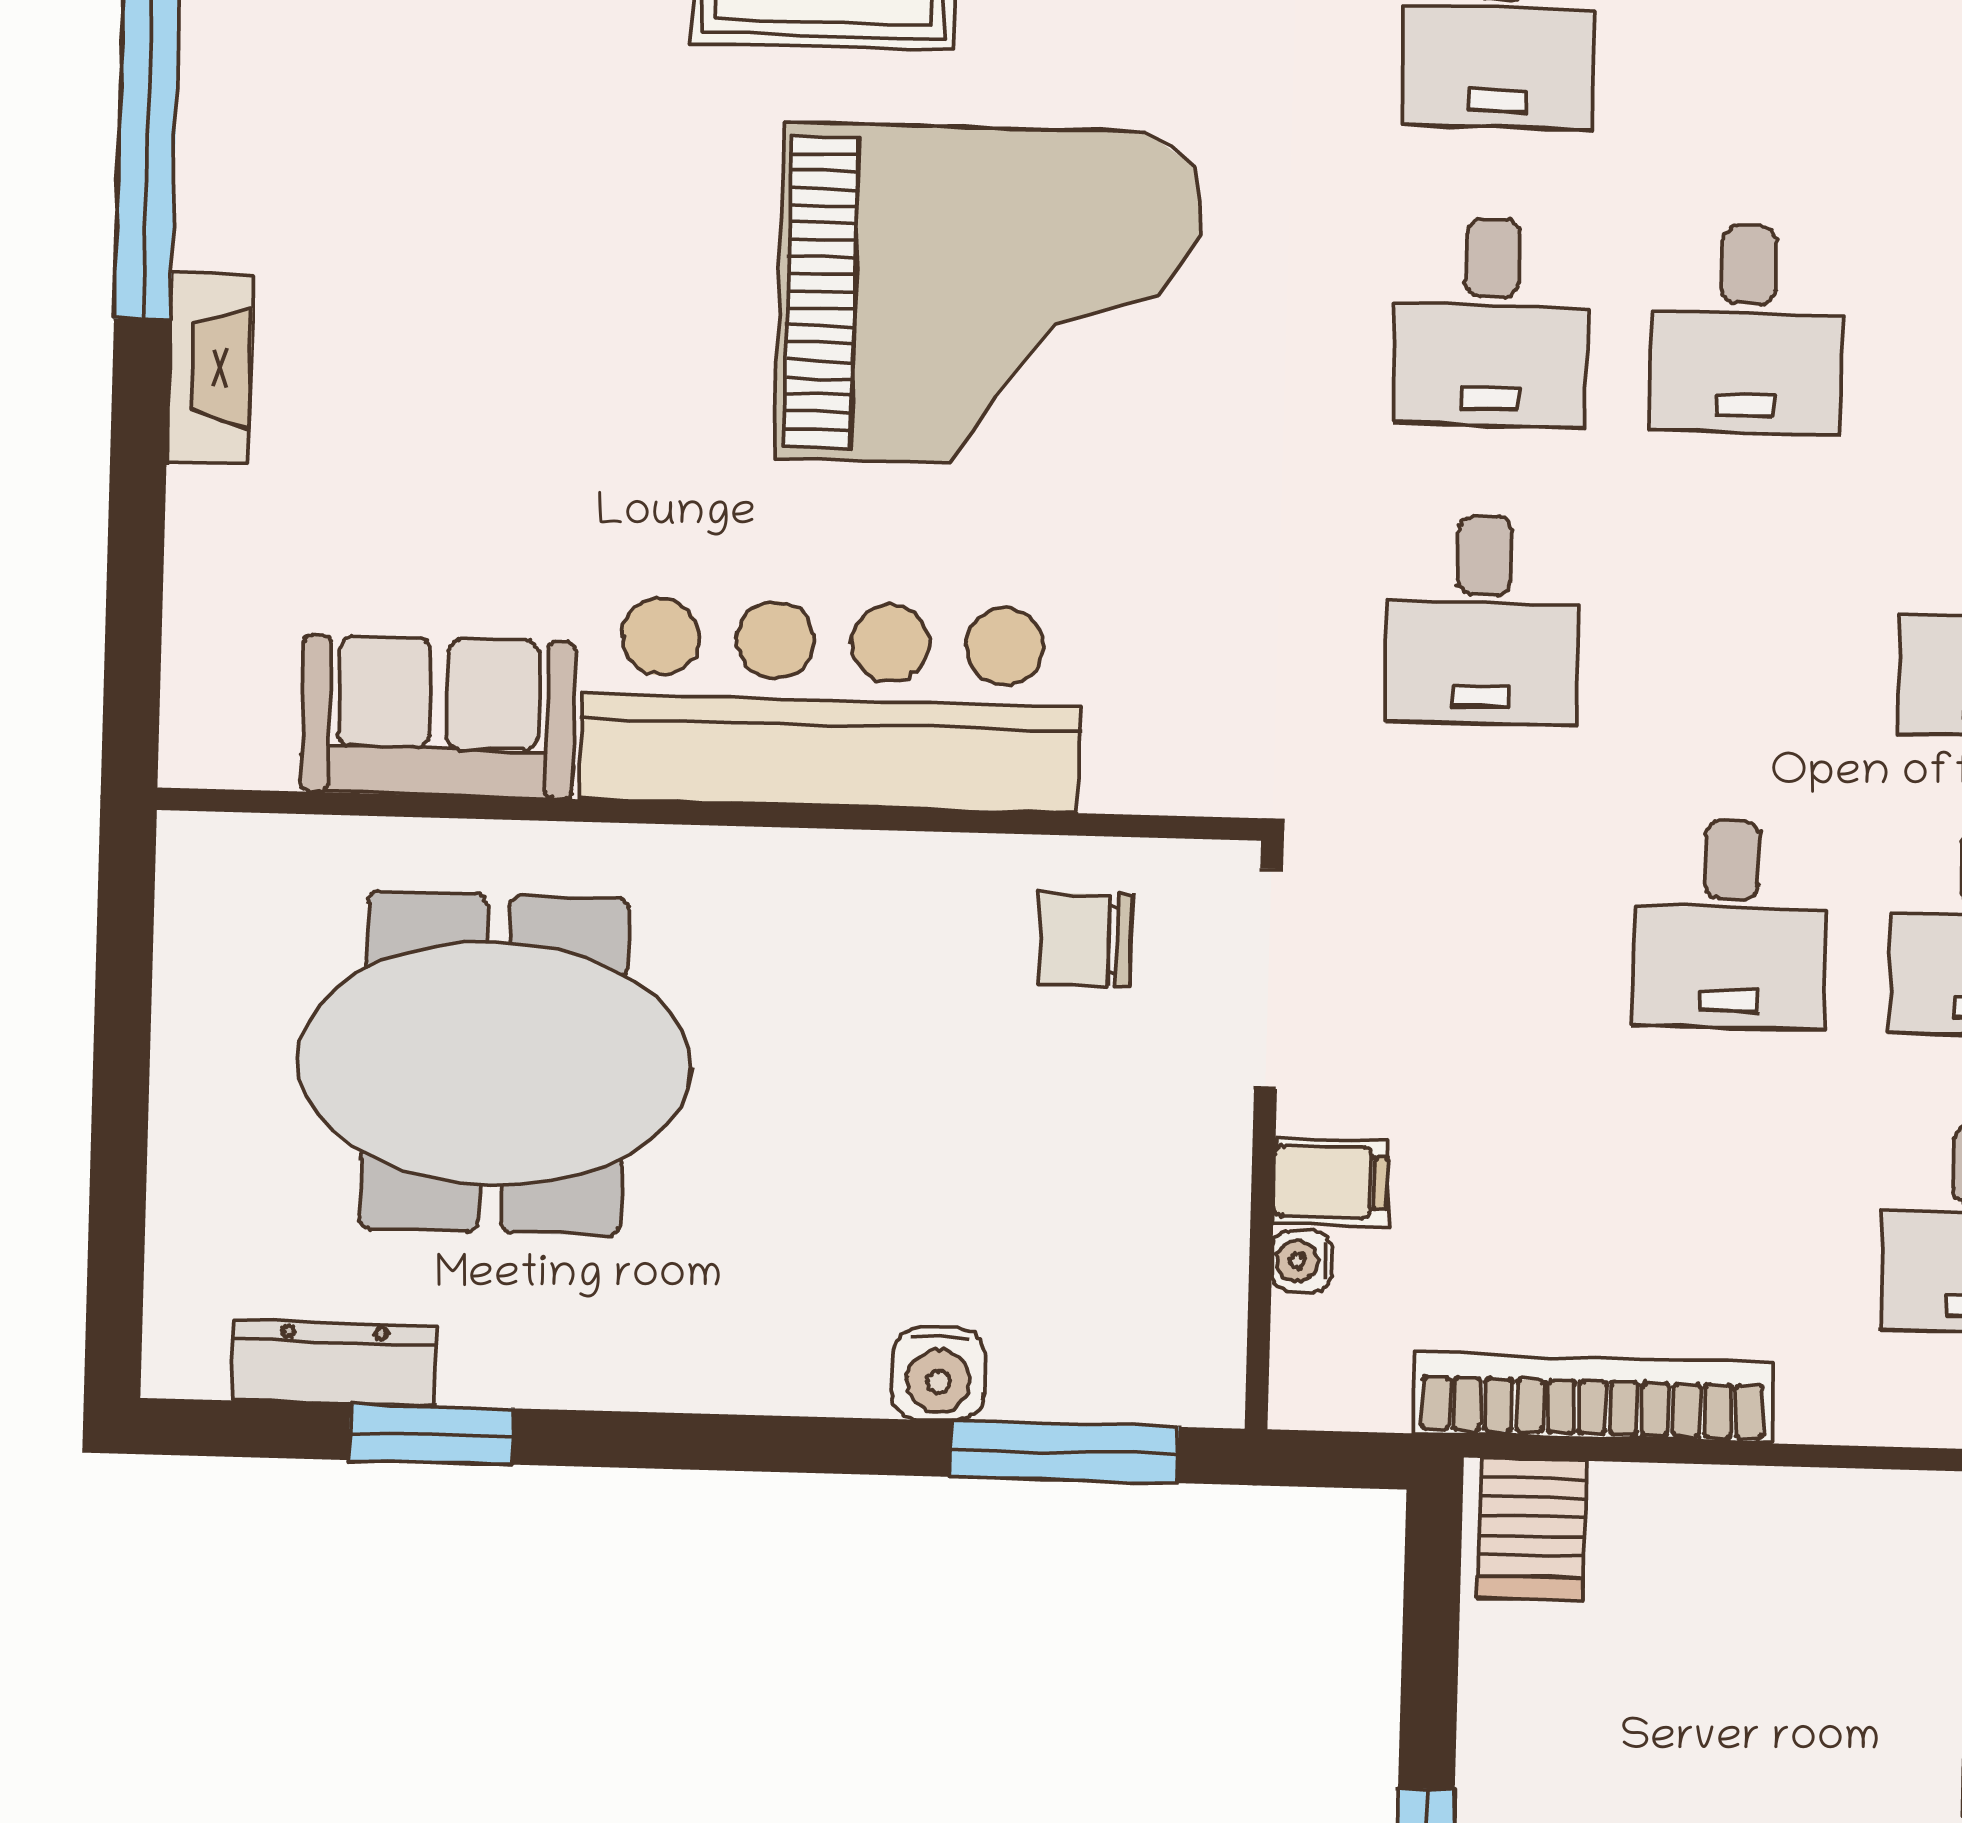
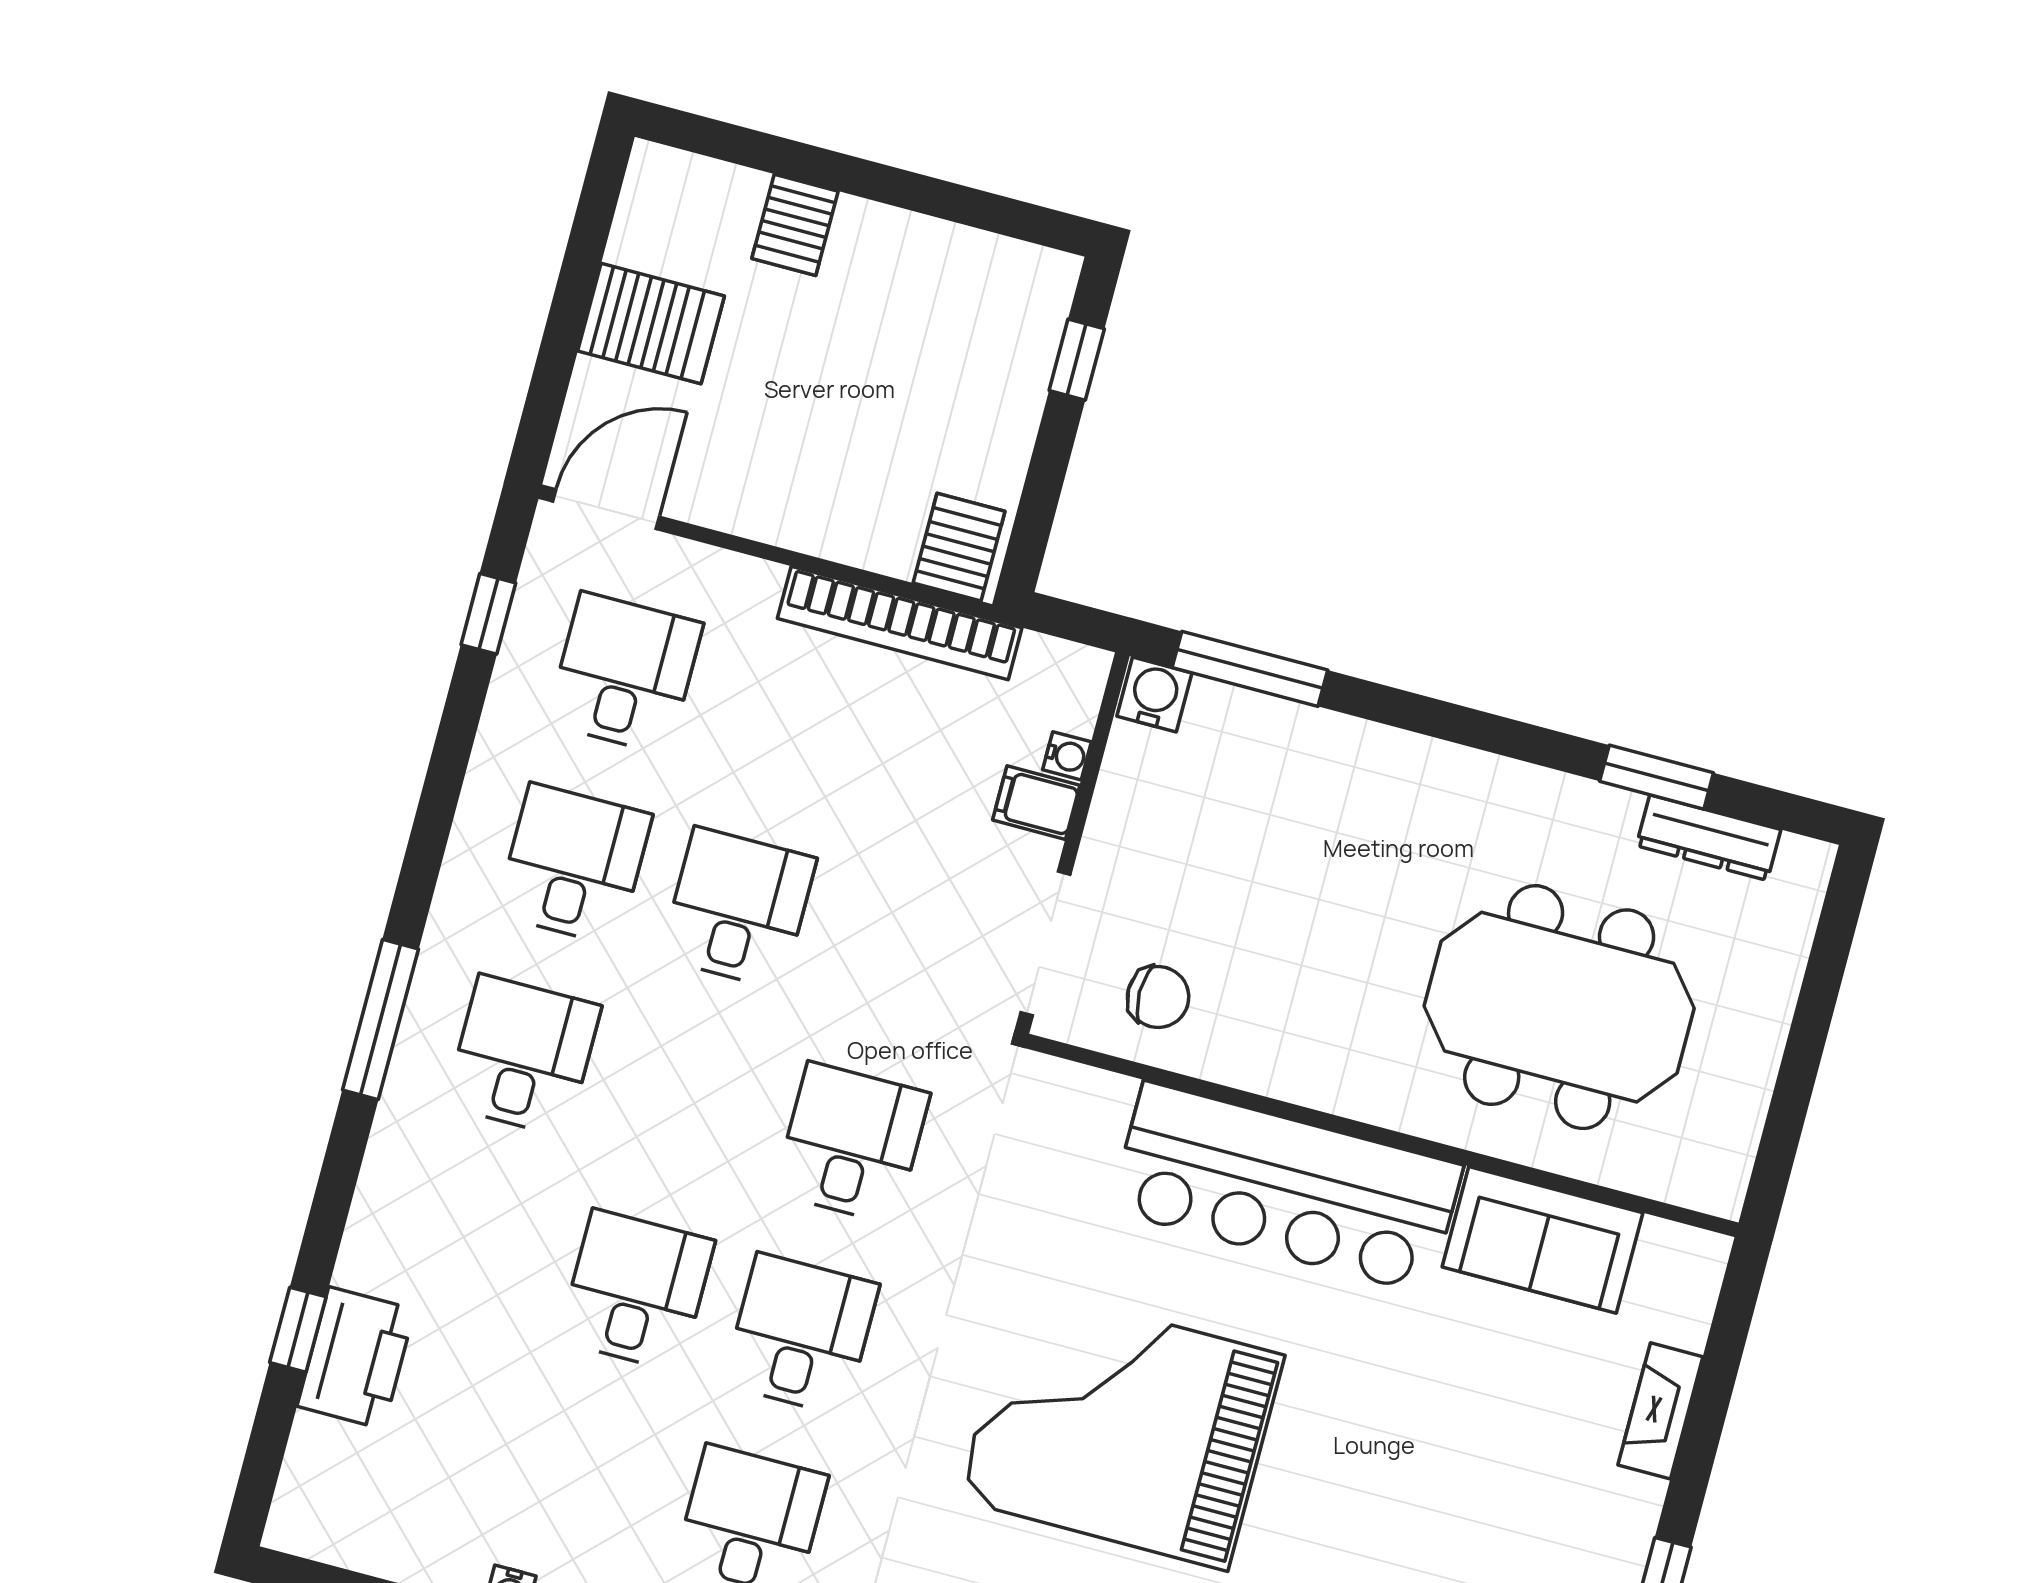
fireplace: (210, 368) -> (1660, 1411), moved
water cooler: (938, 1374) -> (1154, 695), moved

